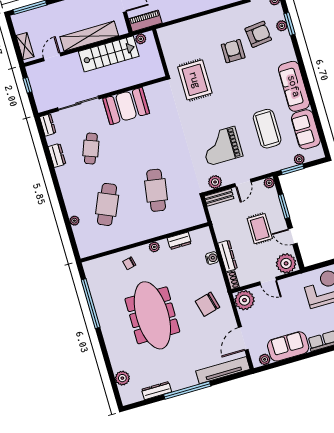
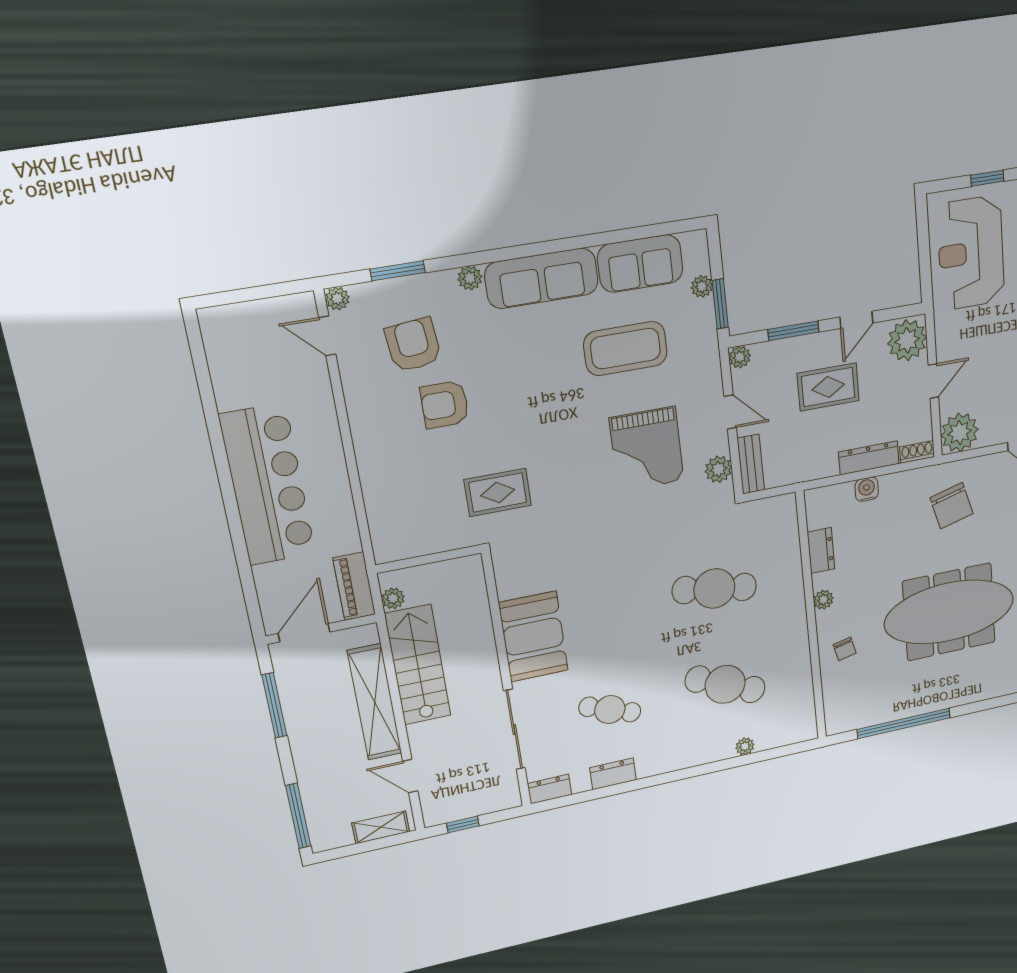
plant: (282, 26) -> (470, 278), moved
rug: (195, 80) -> (498, 493), width x0.73, depth x0.70

